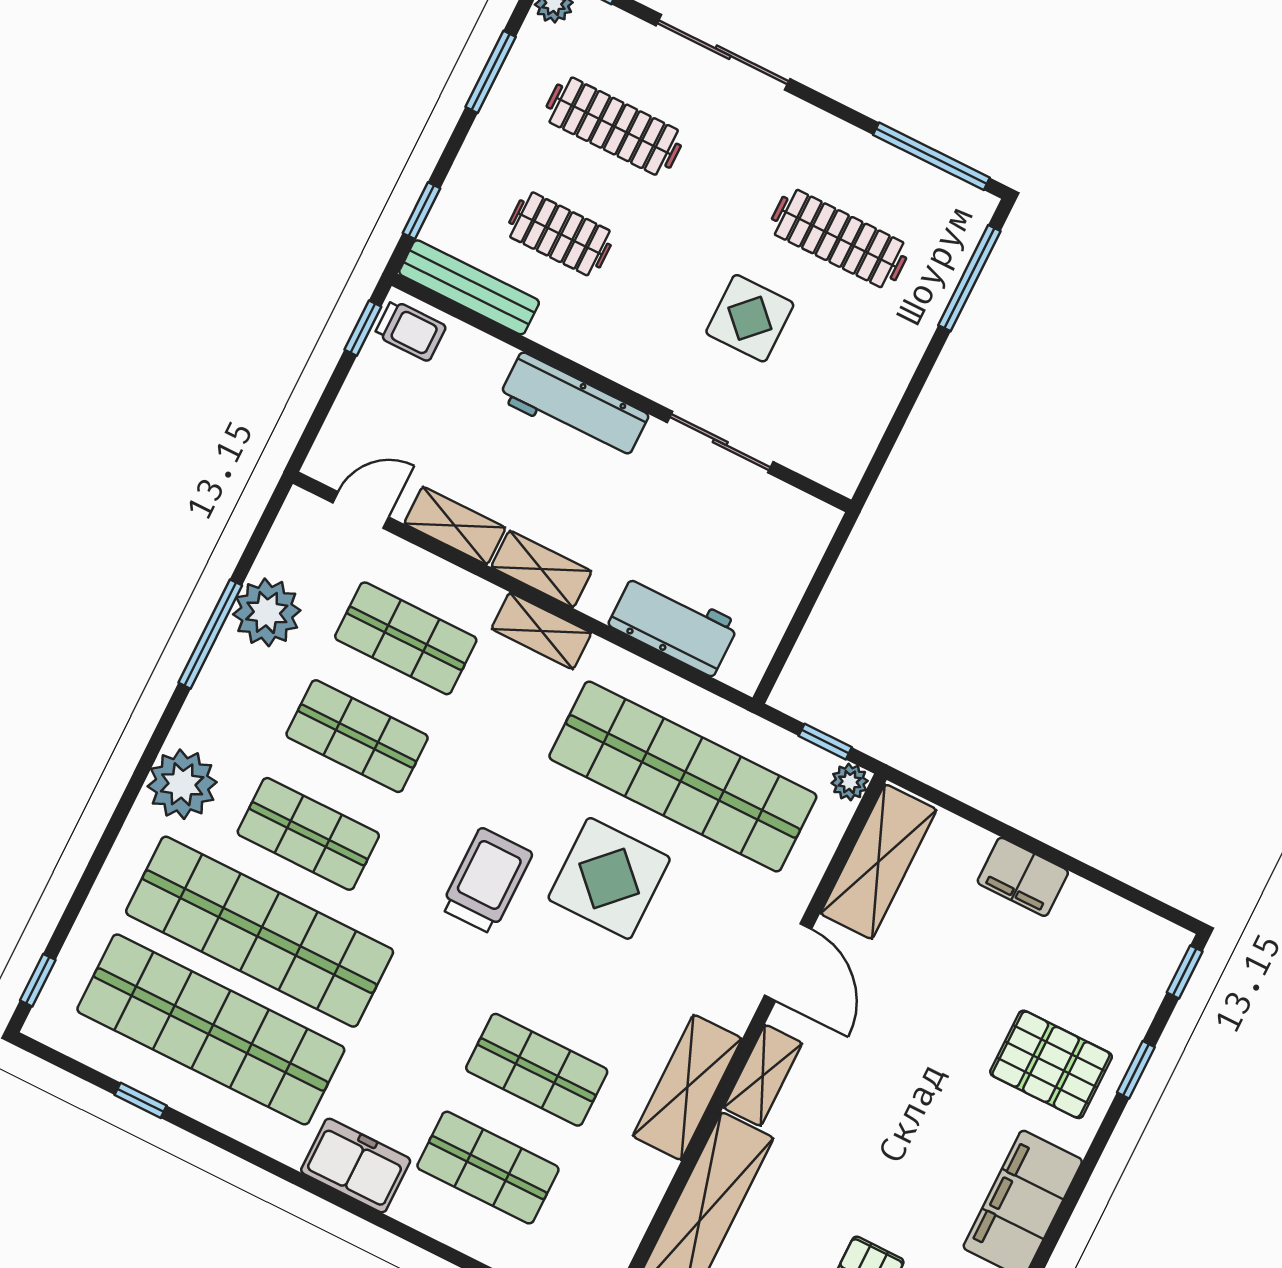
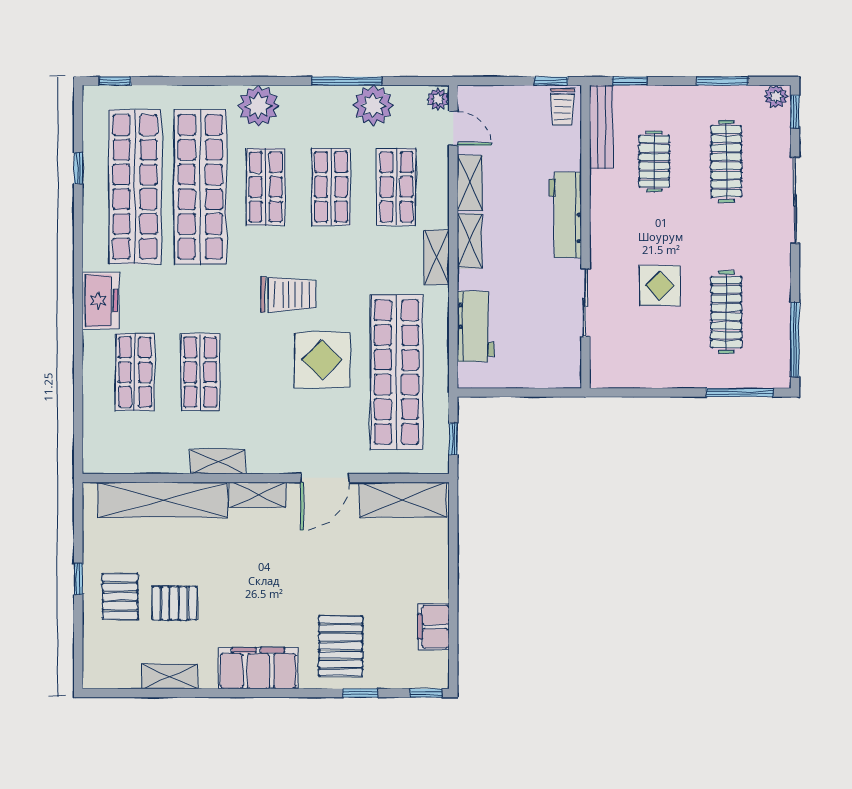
plant: (850, 782) -> (438, 99), moved
filing cabinet: (1023, 877) -> (433, 627), moved
shelving: (687, 1087) -> (217, 462), width x0.67, depth x0.75

